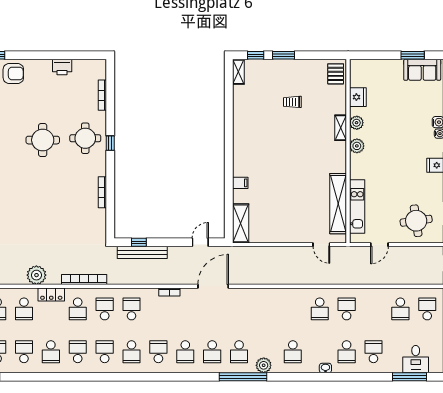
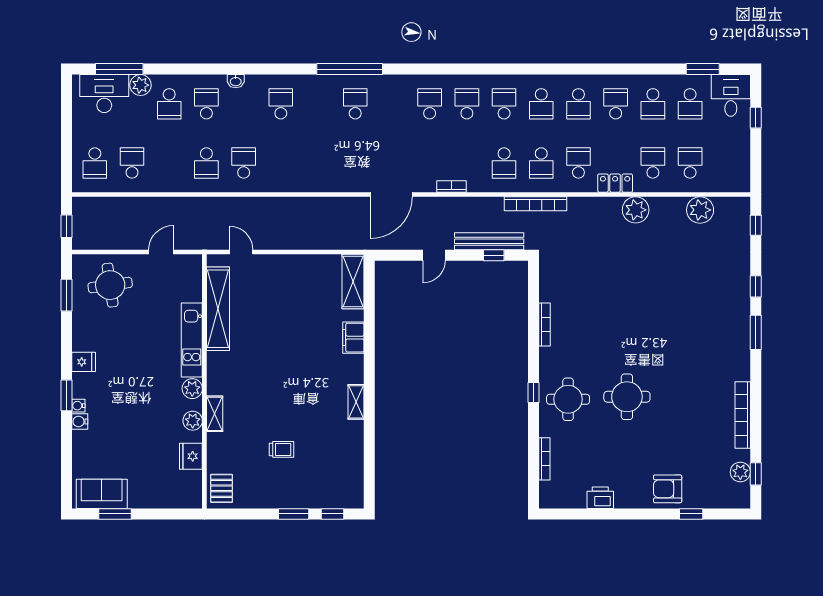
shelving: (238, 72) -> (356, 402), moved
filing cabinet: (240, 183) -> (353, 338), width x2.00
kitchen unit: (357, 207) -> (192, 340), moved
door: (200, 242) -> (434, 255), moved
bookcase: (84, 280) -> (536, 204), moved
school desk: (158, 352) -> (467, 104), turned 180
school desk: (212, 352) -> (392, 104), removed
desk: (416, 359) -> (104, 94), width x1.37
plant: (264, 365) -> (141, 85), moved

